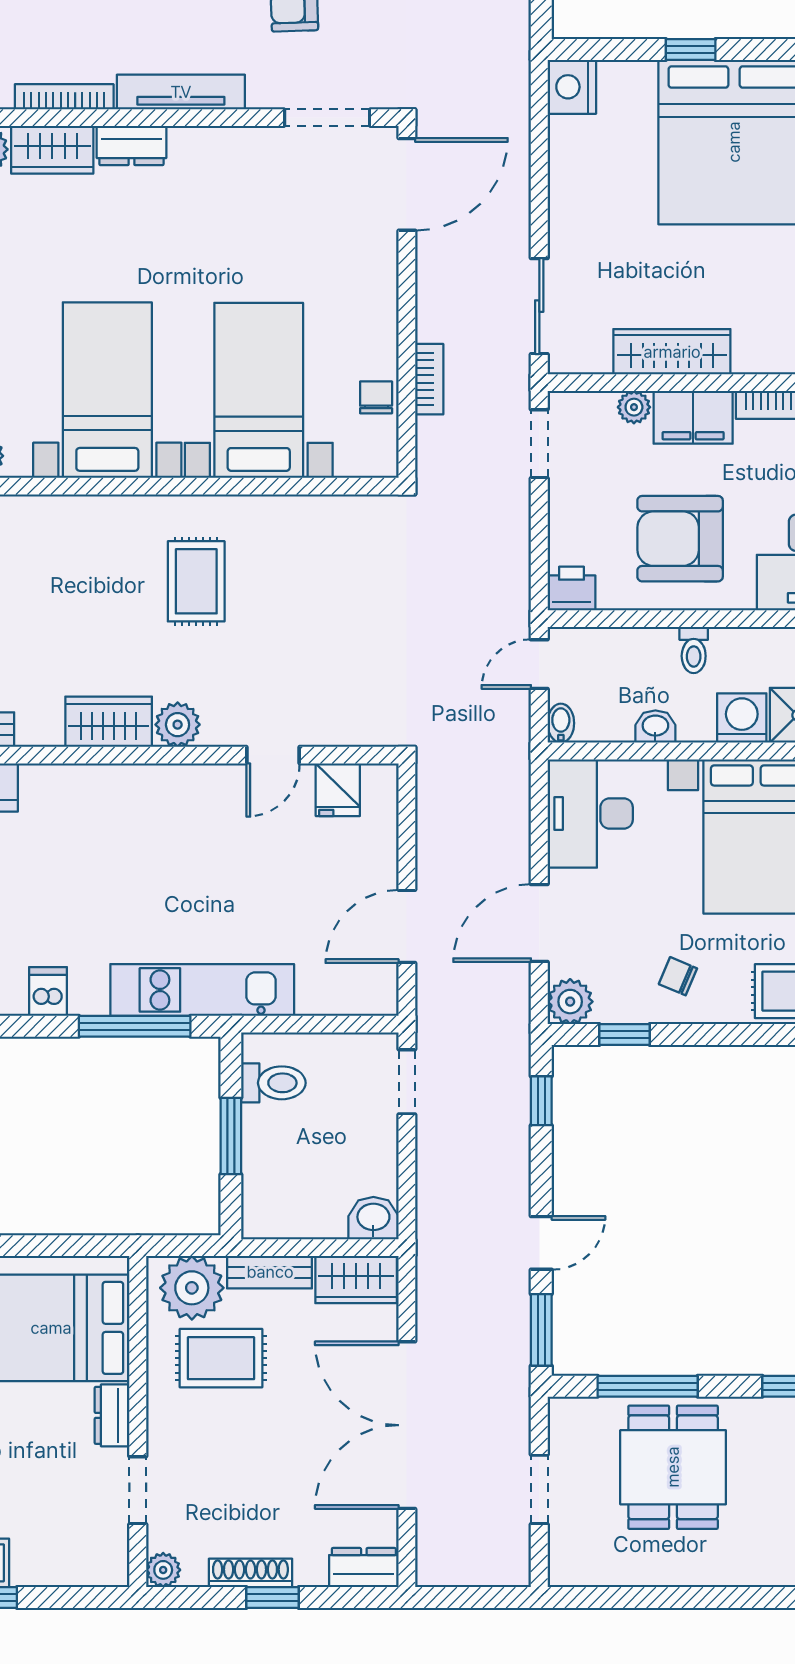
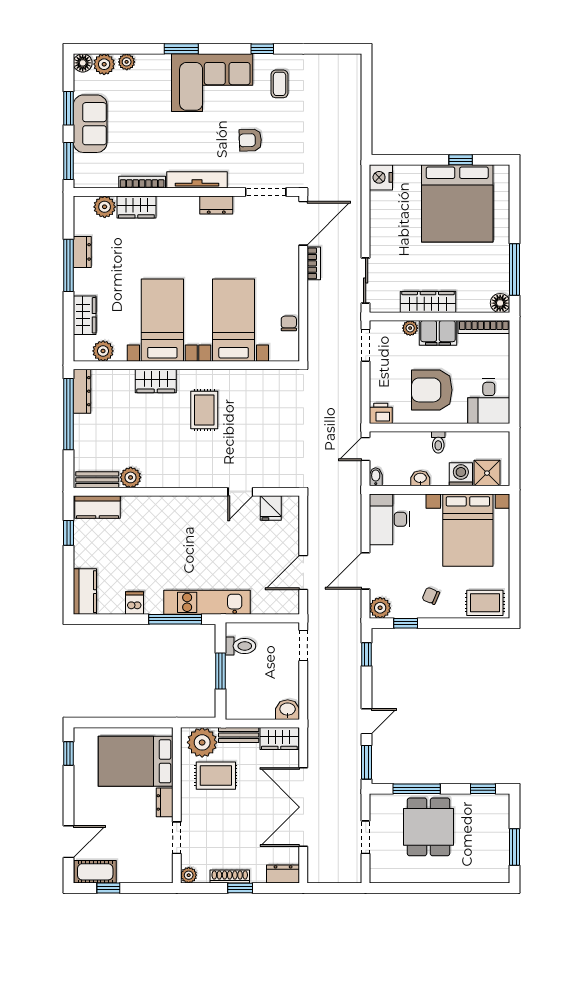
window: (691, 49) -> (461, 160), moved
dresser: (131, 146) -> (216, 205), moved
bookcase: (429, 379) -> (314, 263), moved
wardrobe: (109, 722) -> (156, 381), moved, turned 180
plant: (178, 725) -> (131, 477), moved

